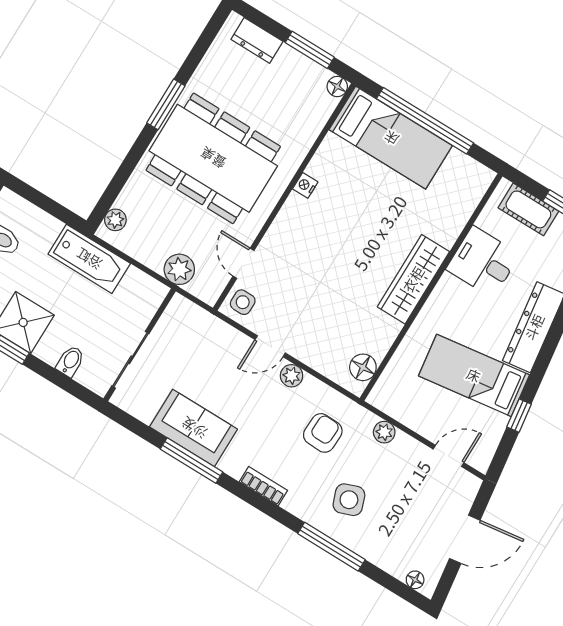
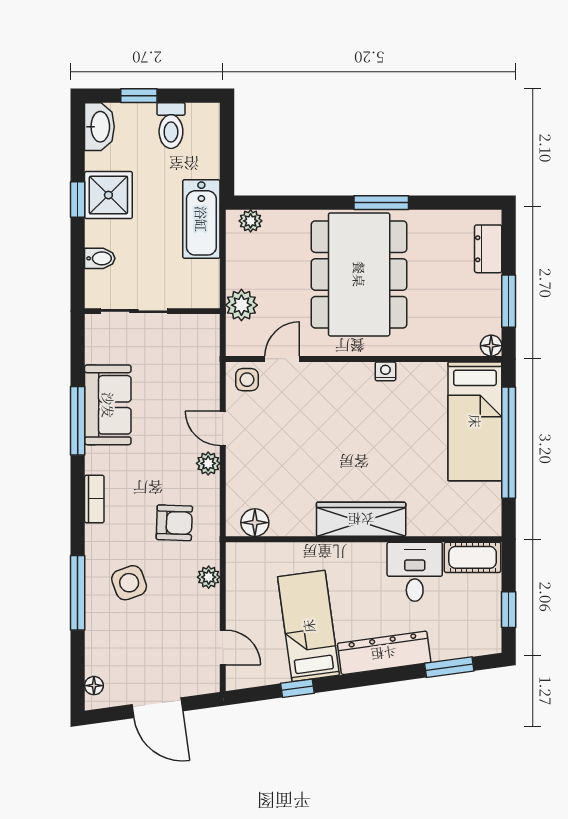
cot: (528, 209) -> (473, 557), moved, turned 90

